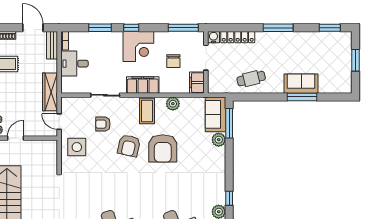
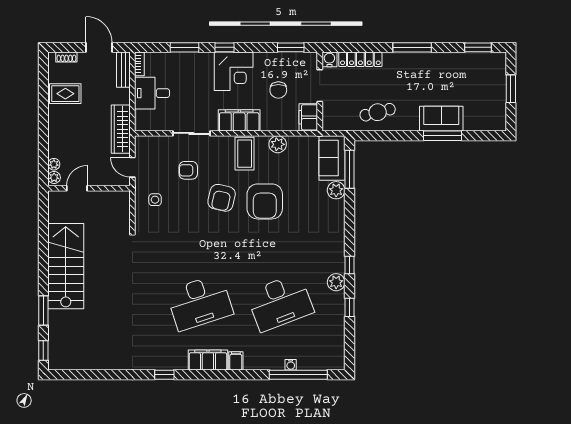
window: (183, 28) -> (291, 47), width x0.69
side table: (77, 147) -> (155, 200), width x0.54, depth x0.54

